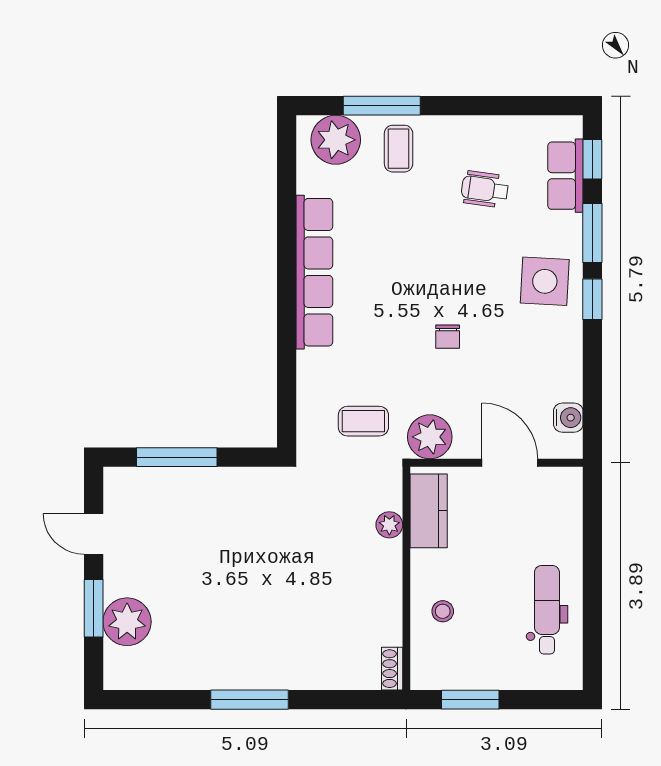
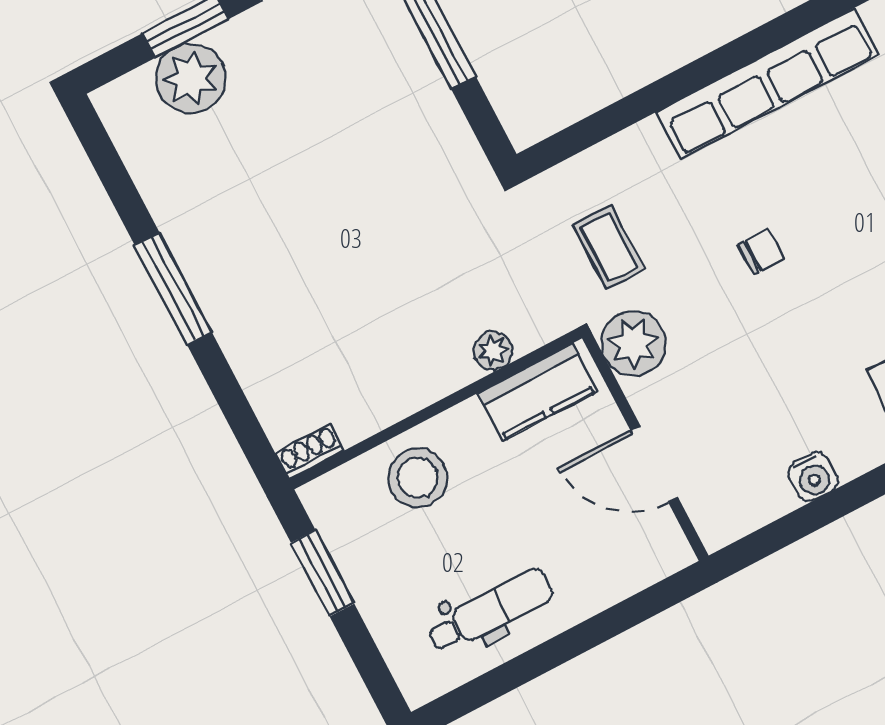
chair: (448, 337) -> (761, 251), moved, turned 180
water cooler: (568, 418) -> (813, 477), moved
door: (510, 463) -> (654, 464), swing flipped
stool: (443, 611) -> (418, 478), width x1.89, depth x1.89

